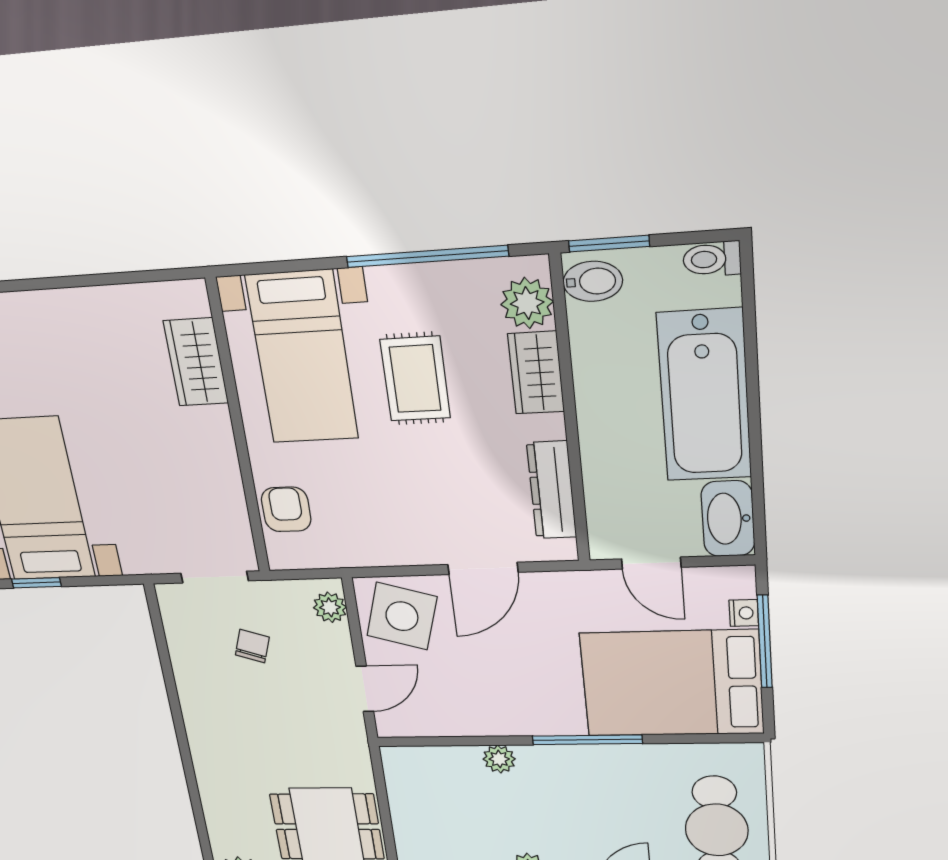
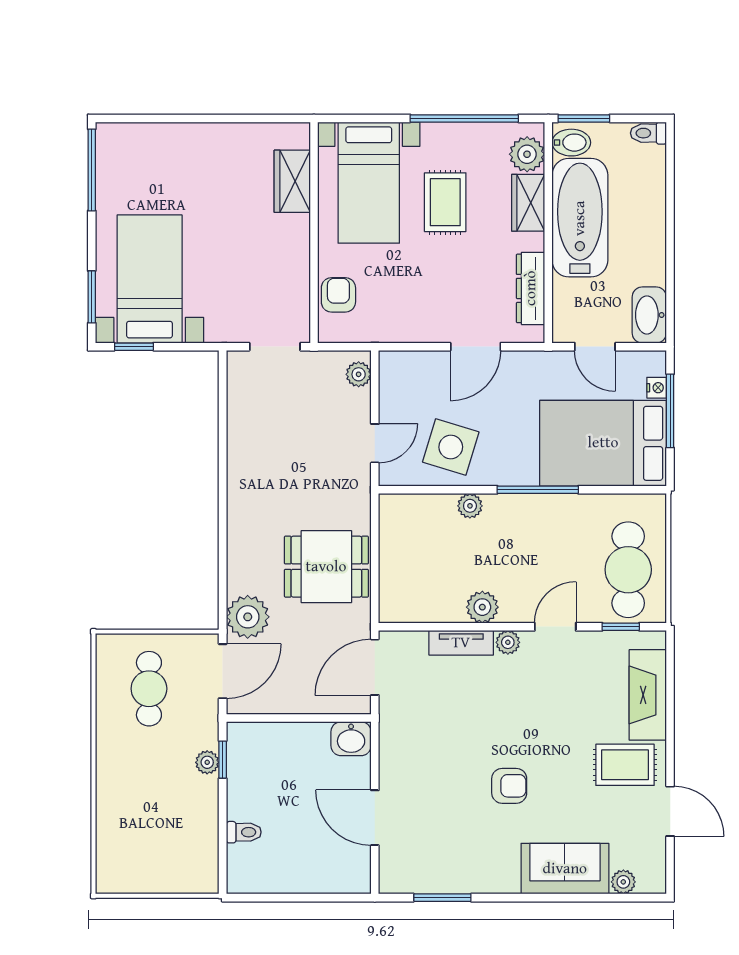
bathtub: (704, 396) -> (580, 218), moved, turned 180
side table: (402, 616) -> (451, 447), moved
chair: (252, 646) -> (294, 405), removed

